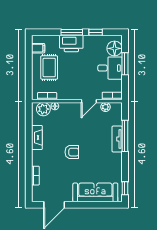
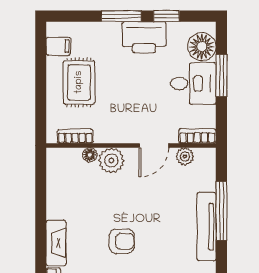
printer: (71, 43) -> (144, 37), moved
plant: (43, 109) -> (111, 160), moved
fireplace: (37, 137) -> (56, 243), moved
tv unit: (117, 139) -> (207, 227), width x1.41

